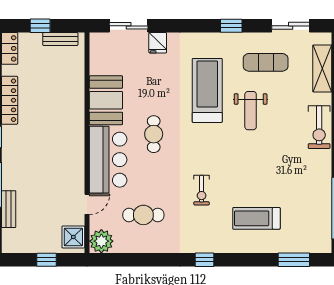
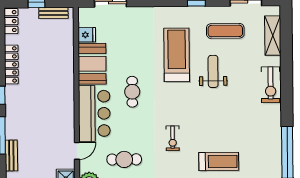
fridge: (158, 43) -> (87, 35), moved, turned -90
weight bench: (251, 111) -> (213, 71), turned 180
treadmill: (256, 218) -> (219, 161), turned 180

